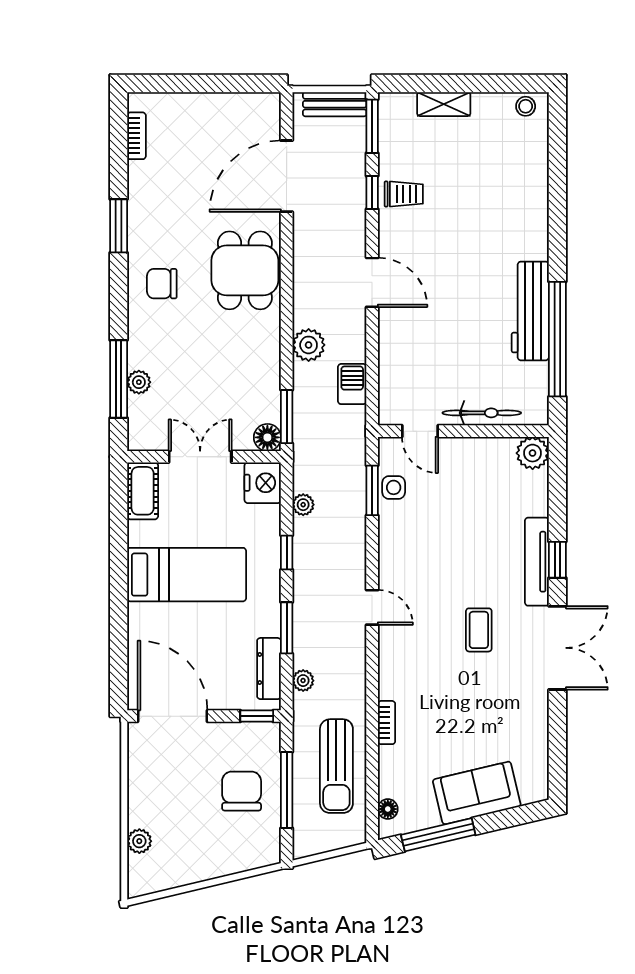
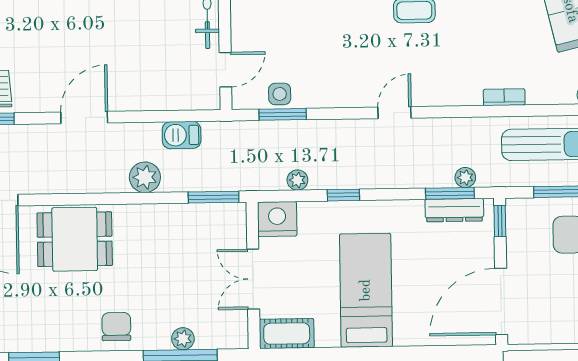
chair: (162, 284) -> (116, 327), moved, turned 180
floor lamp: (267, 437) -> (234, 215), removed
window: (287, 628) -> (450, 193), moved

